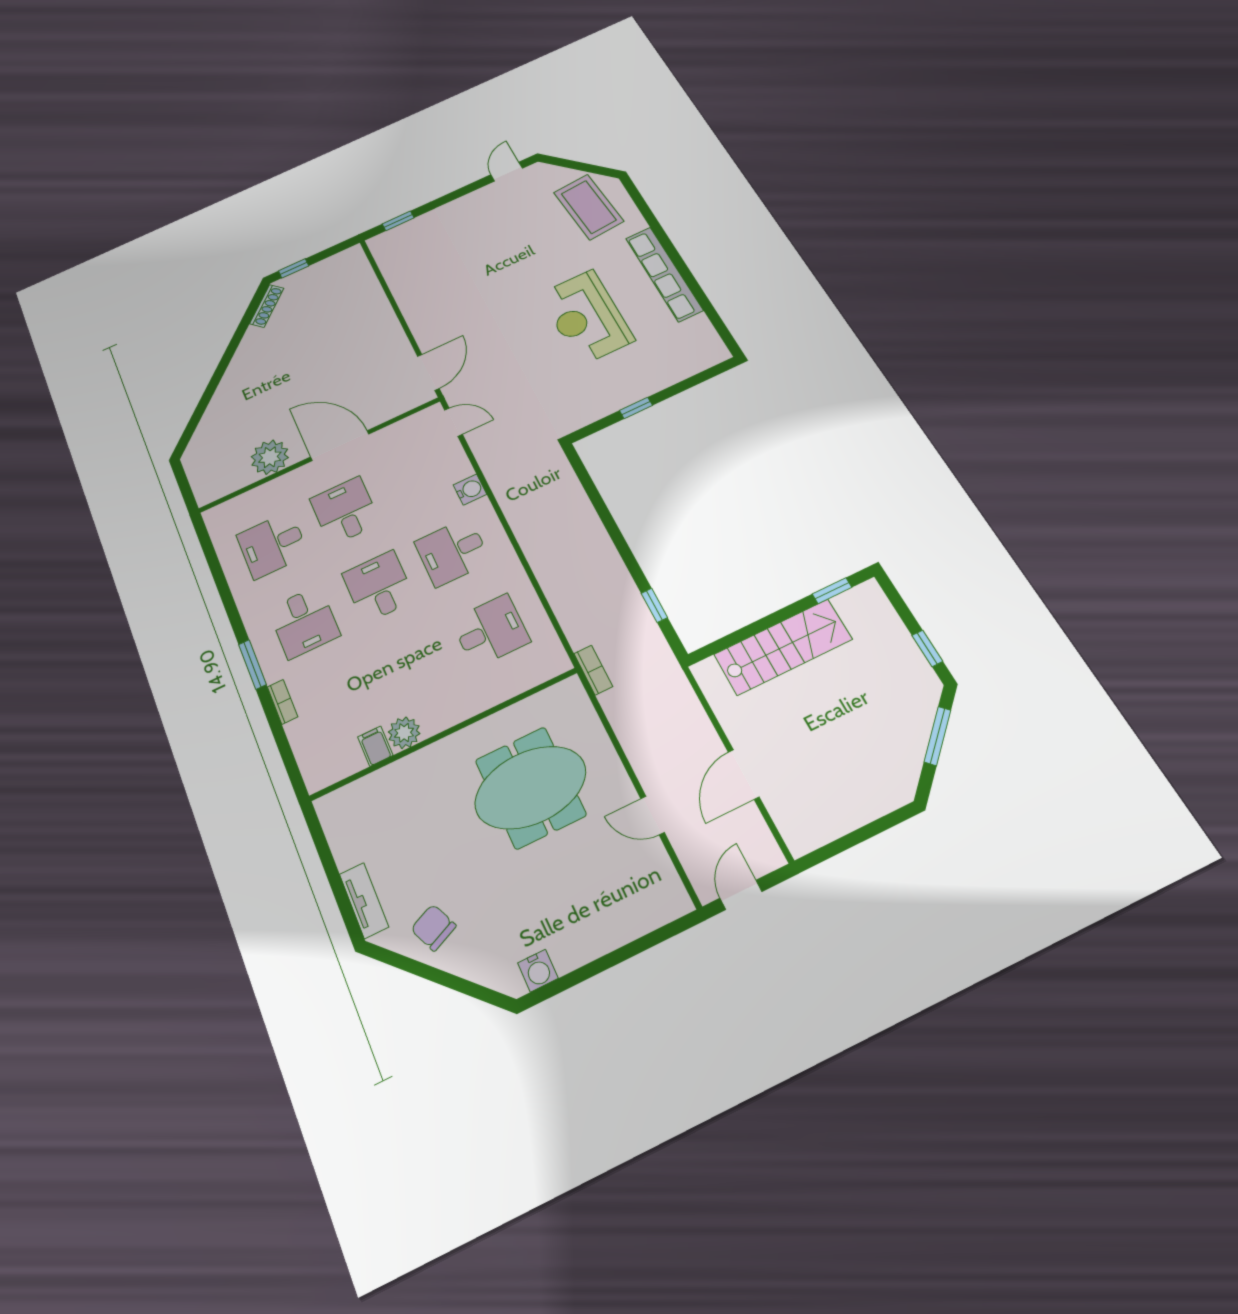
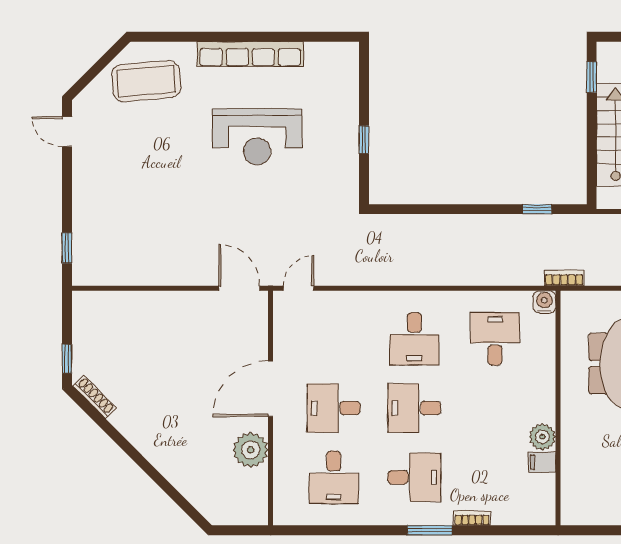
water cooler: (470, 490) -> (544, 302), moved

